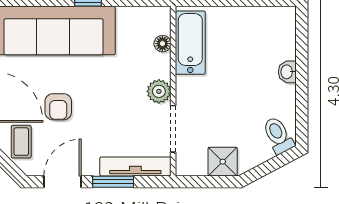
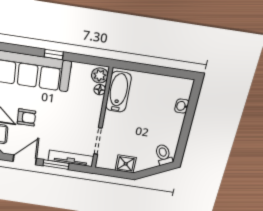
washbasin: (287, 72) -> (182, 106), moved
plant: (159, 91) -> (100, 75), moved
armchair: (58, 107) -> (26, 117), turned -90

